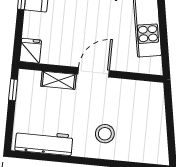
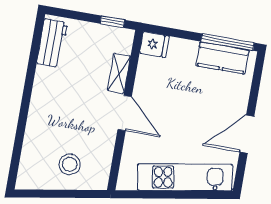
stool: (105, 134) -> (70, 164), moved
workbench: (44, 143) -> (52, 43), width x0.73

